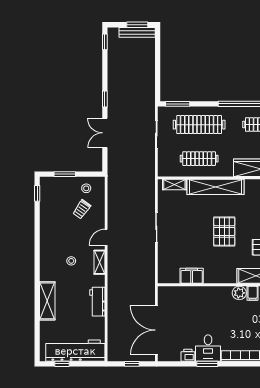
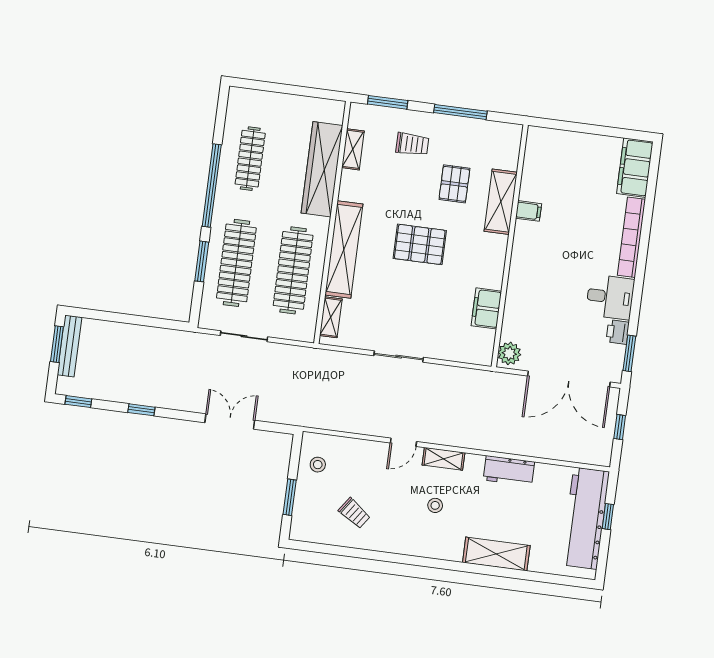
window: (105, 99) -> (141, 410), moved
window: (178, 104) -> (202, 261), moved
double door: (105, 133) -> (230, 421), swing flipped
clothes rail: (199, 159) -> (293, 270), width x1.37, depth x1.31
window: (37, 193) -> (315, 547), removed
trolley: (82, 209) -> (354, 513), moved
door: (106, 237) -> (403, 442), hinge flipped
plant: (239, 293) -> (509, 353), moved
window: (62, 364) -> (608, 517), moved
window: (207, 364) -> (629, 353), moved

